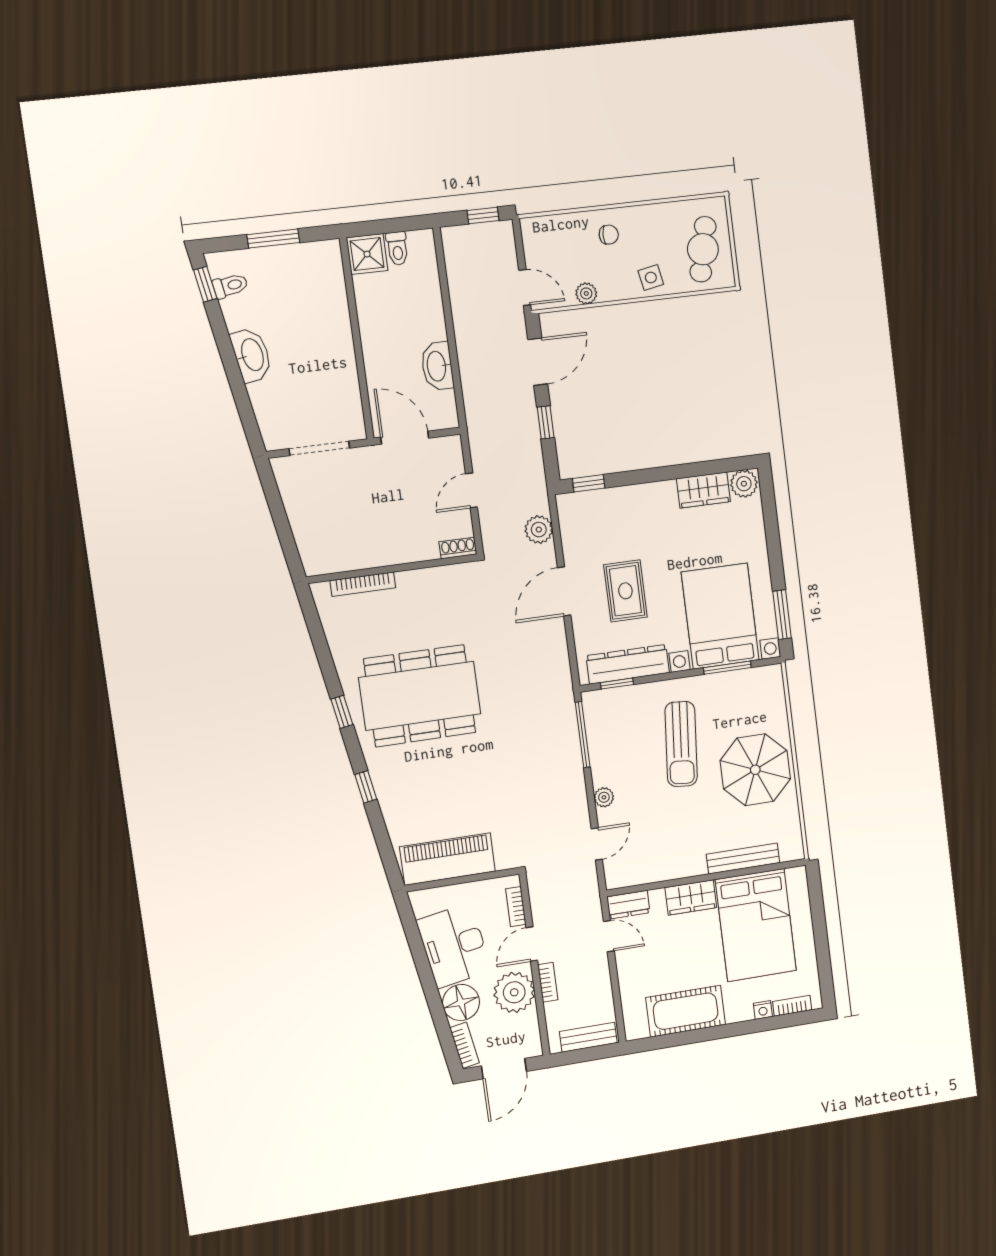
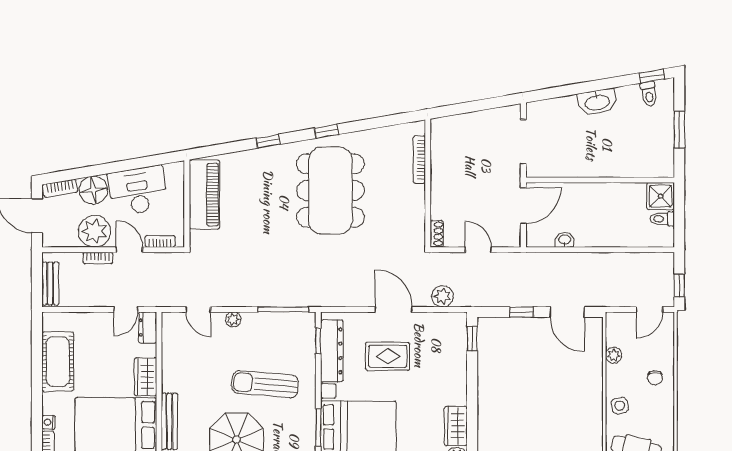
door: (525, 288) -> (650, 309), moved
washbasin: (437, 366) -> (565, 240), width x0.52, depth x0.69

